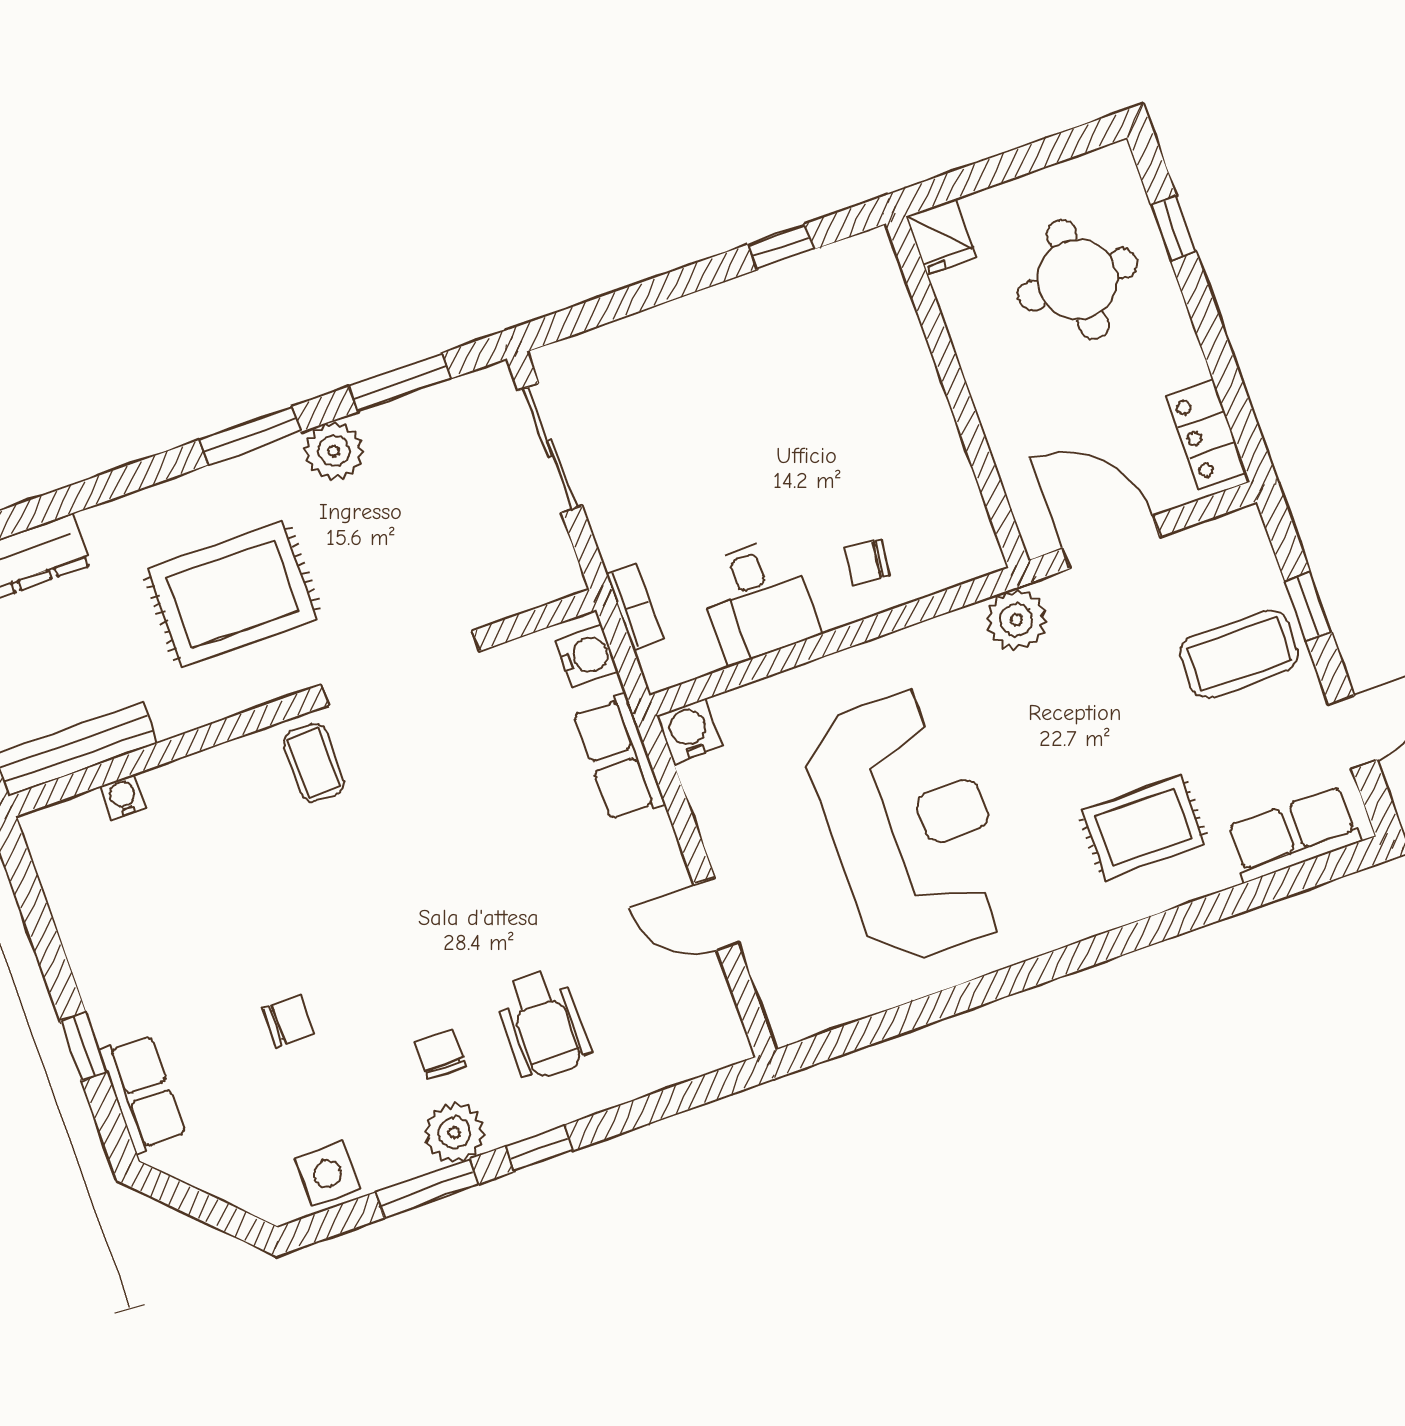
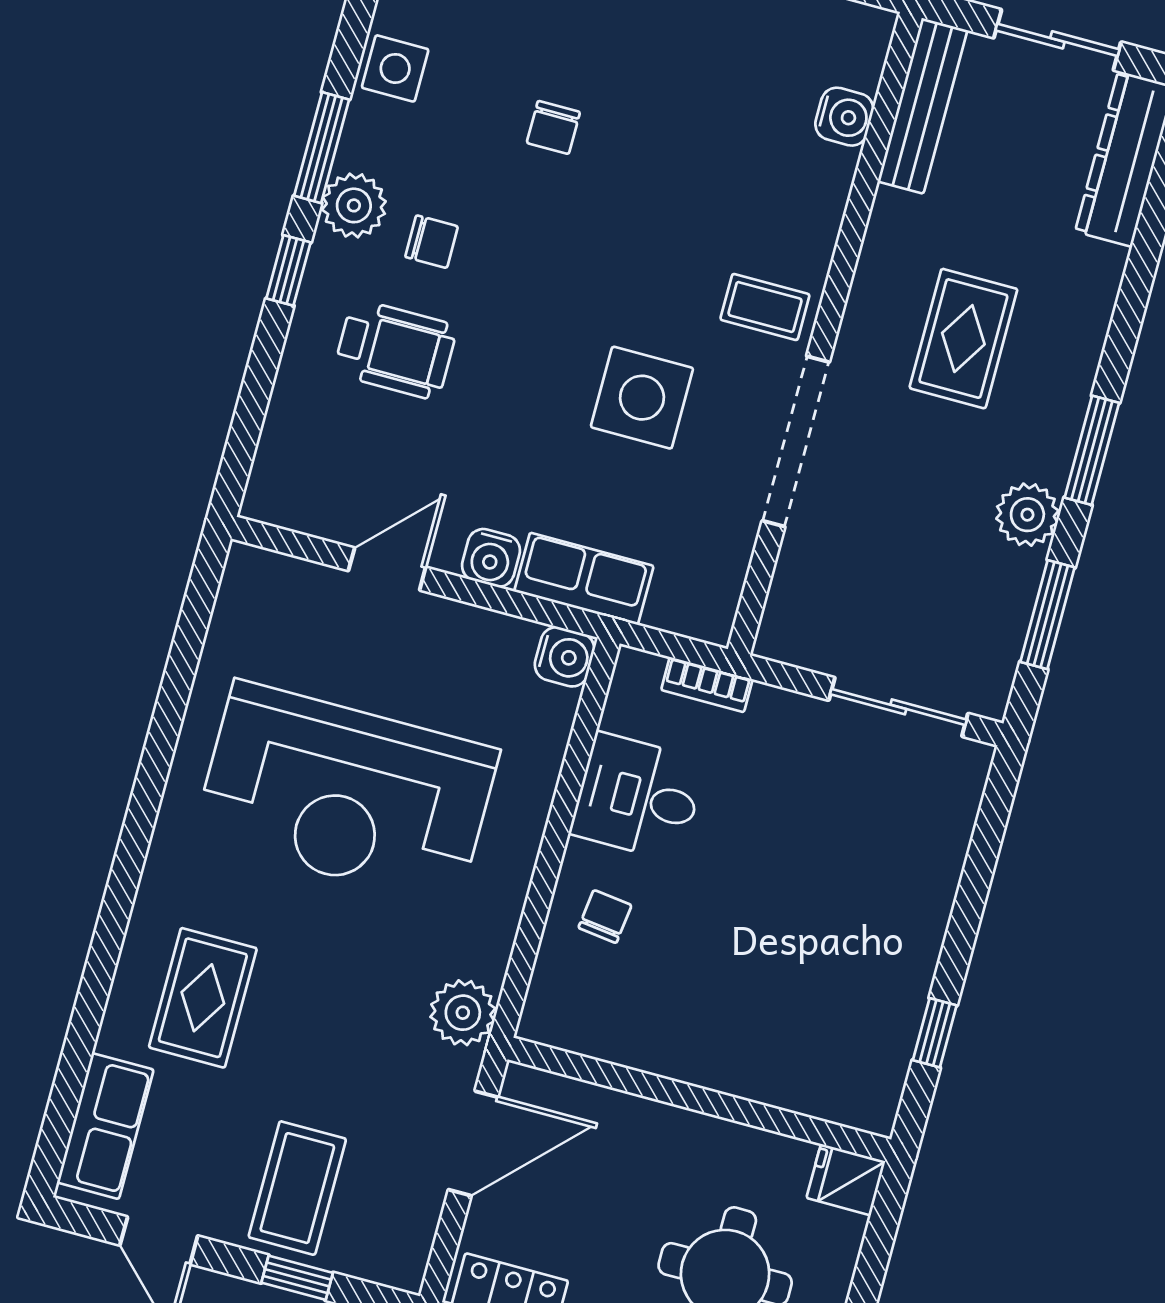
rug: (233, 594) -> (963, 339), width x0.73, depth x0.70
water cooler: (587, 656) -> (491, 558), moved
water cooler: (123, 797) -> (844, 117), width x1.38, depth x1.38
side table: (449, 809) -> (642, 398), added
wheelchair: (543, 1024) -> (395, 350), turned 180

